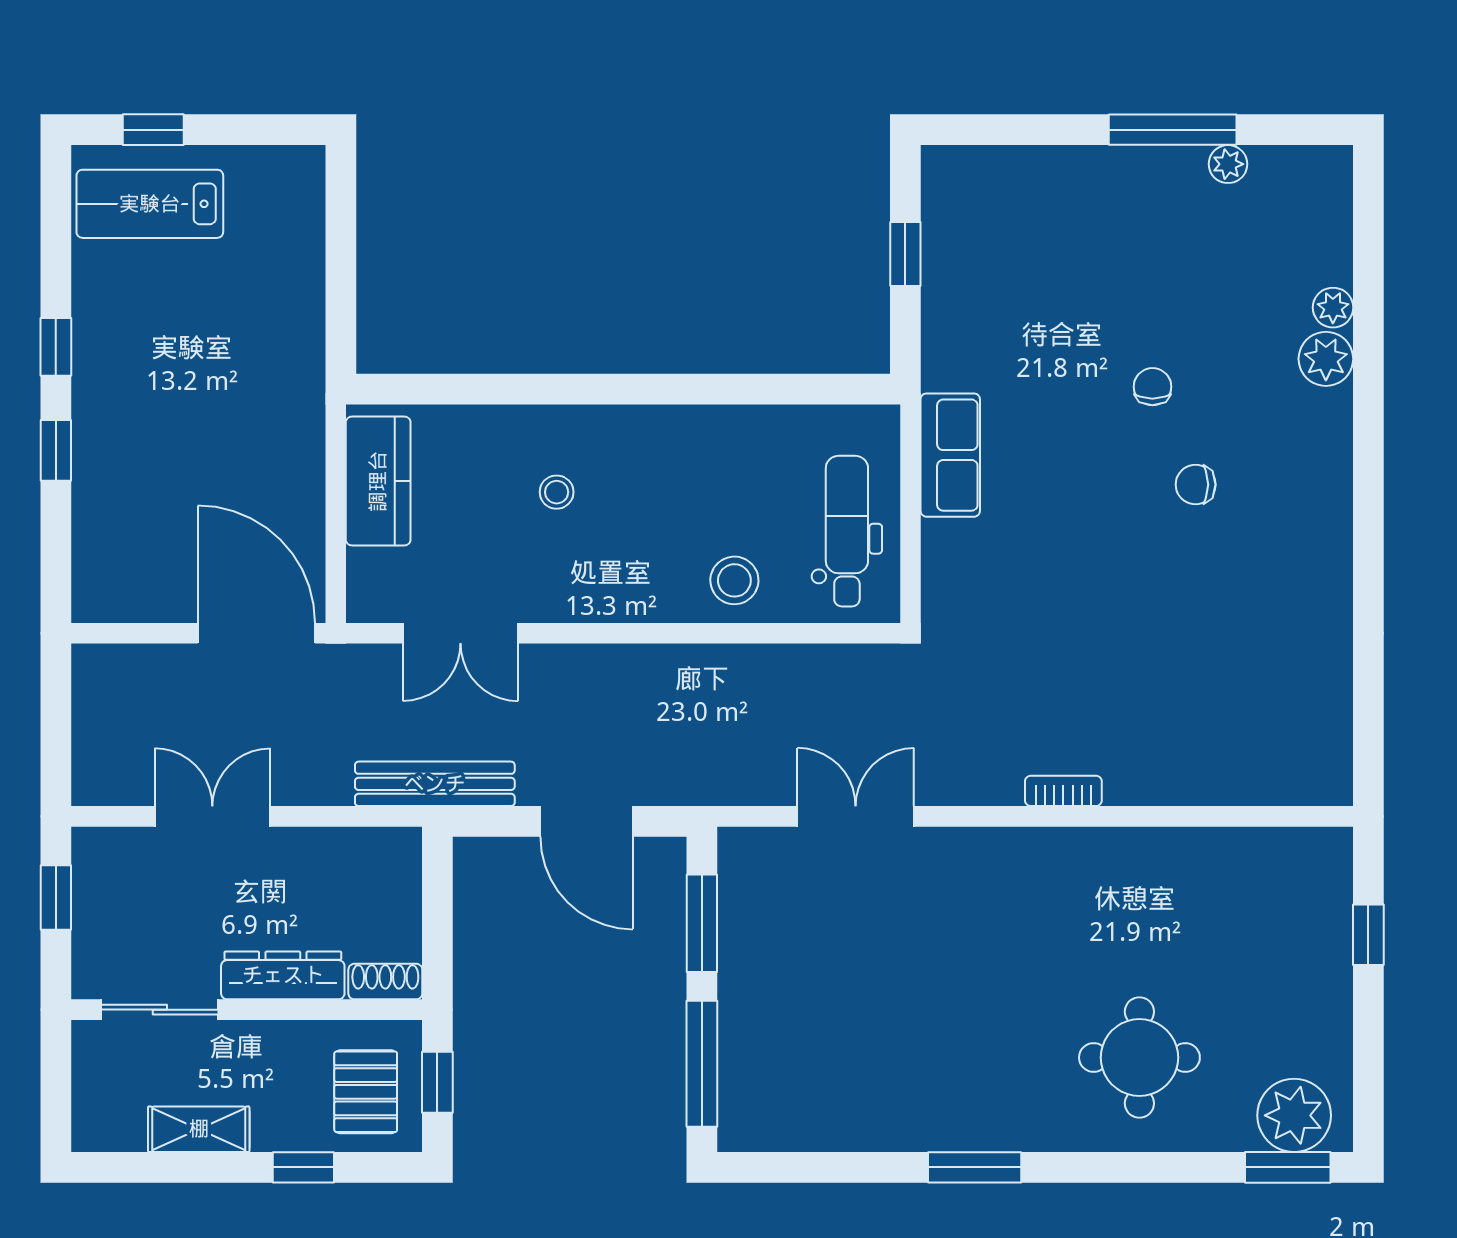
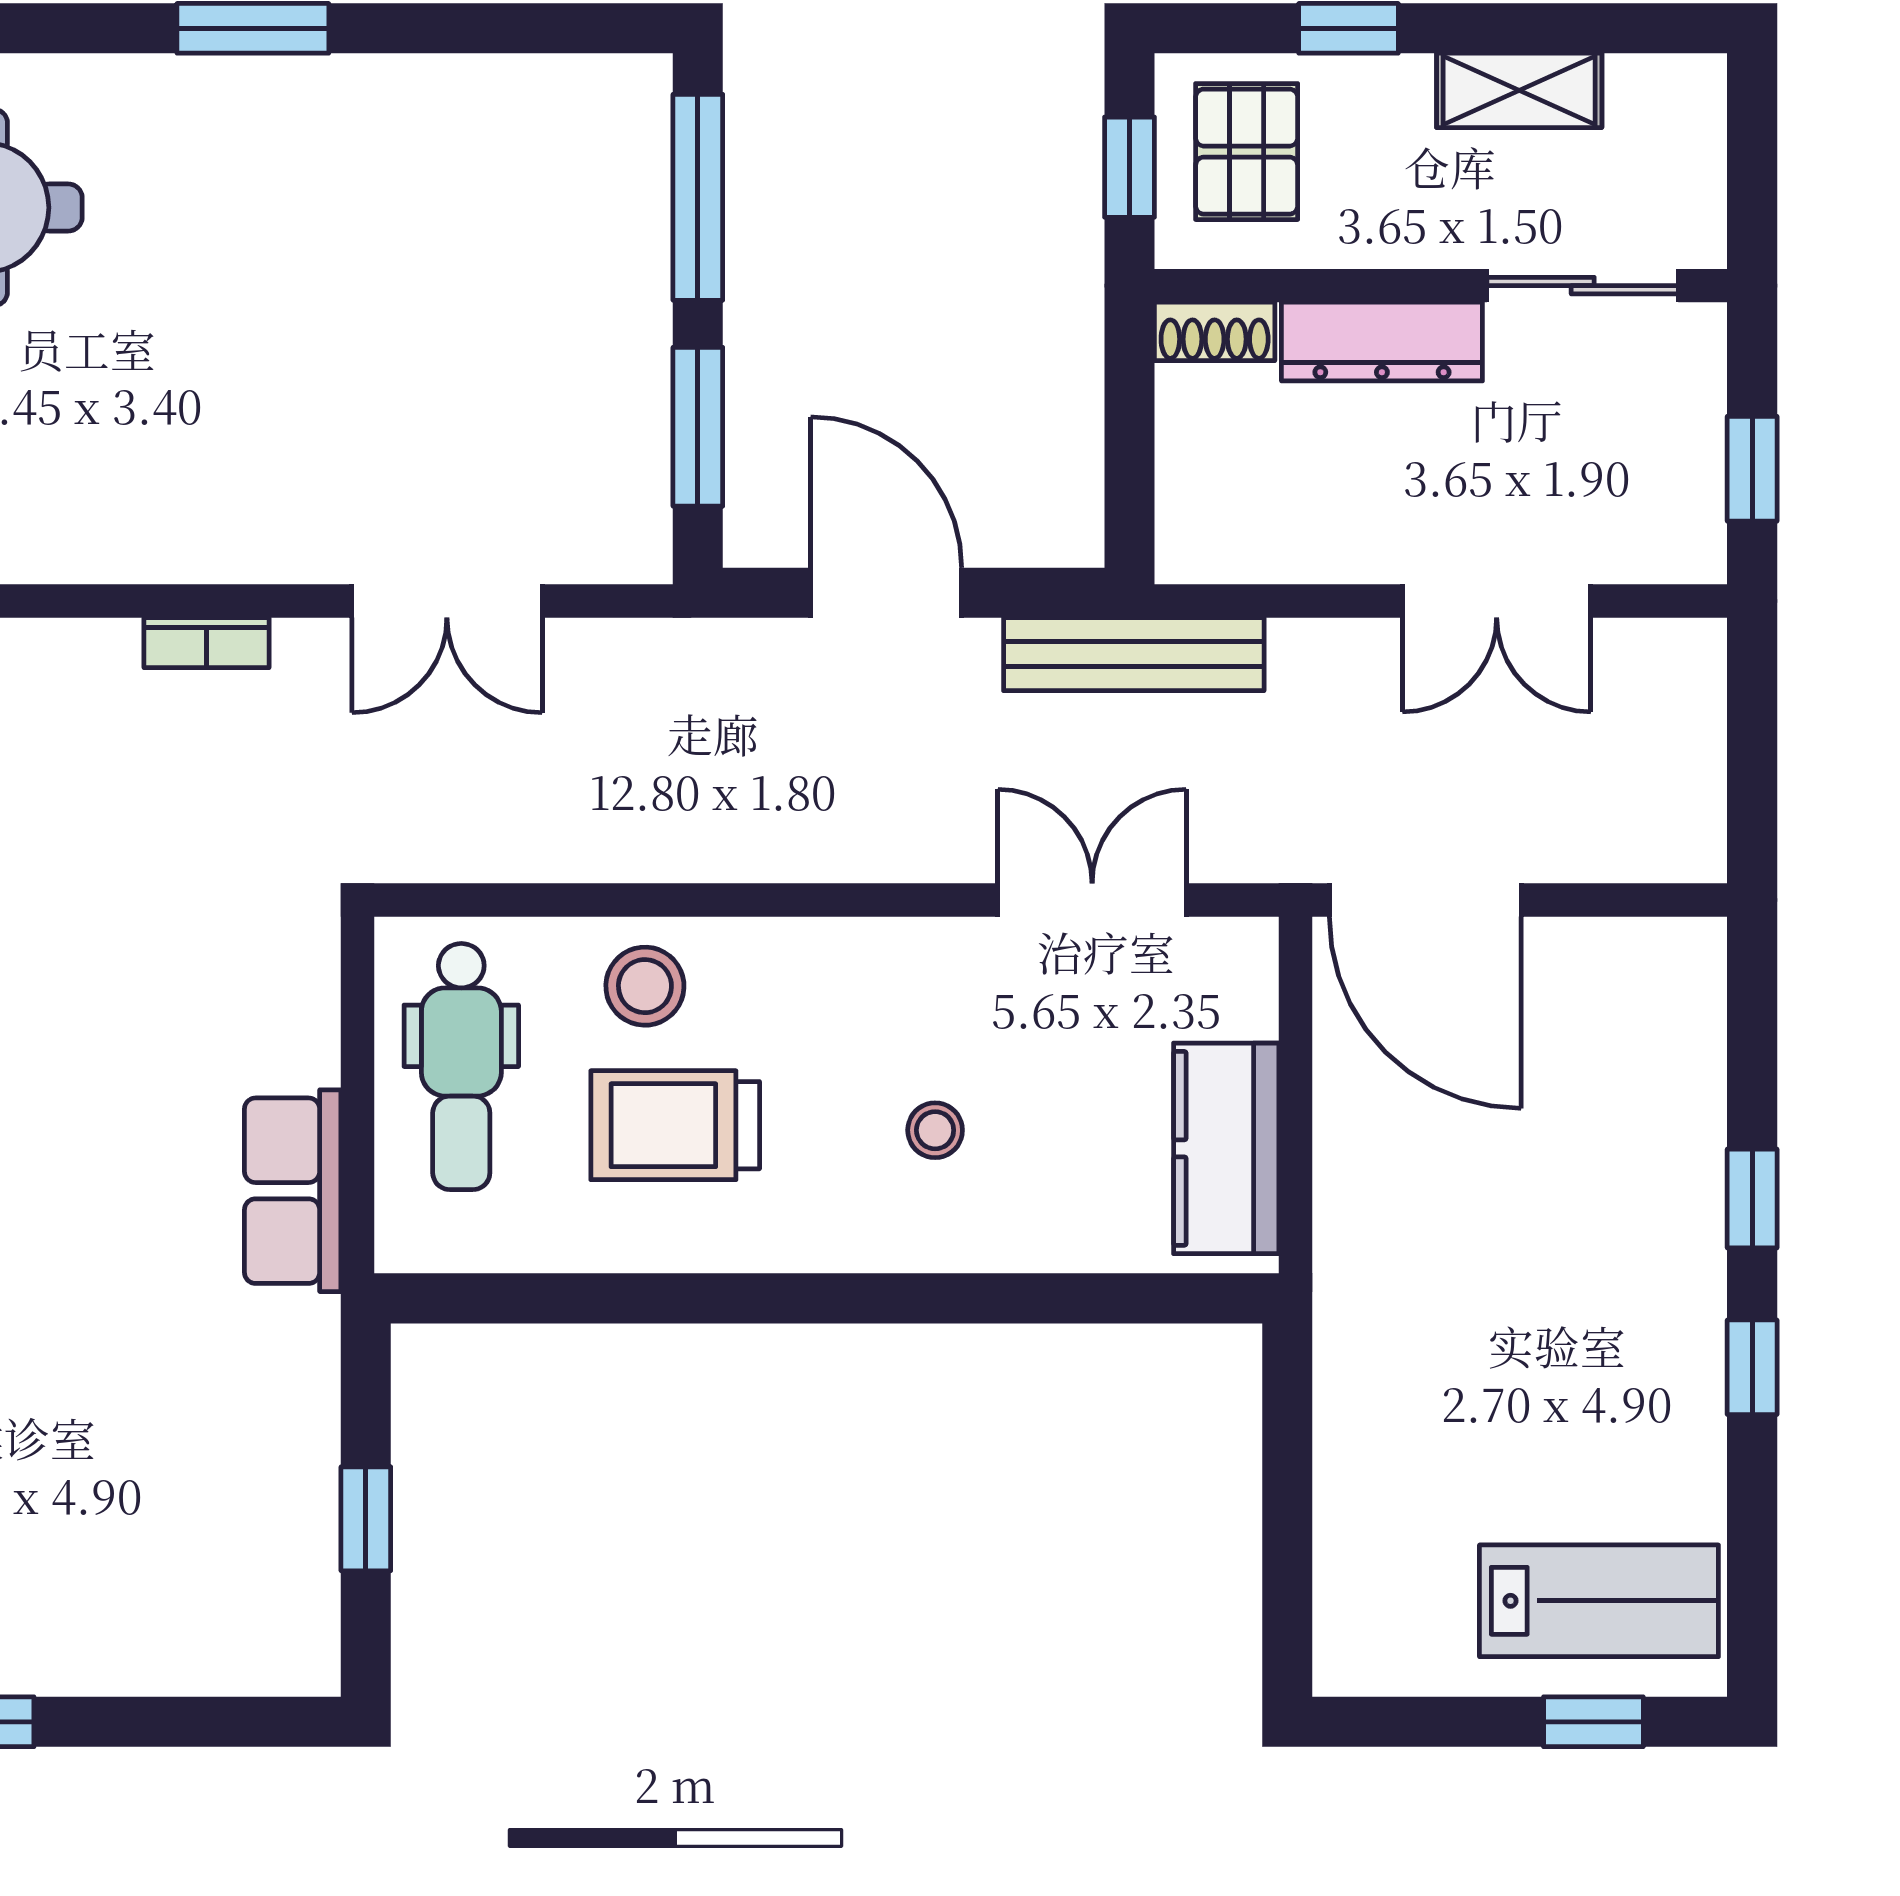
trolley: (716, 495) -> (675, 1125), added
bookcase: (1063, 791) -> (207, 643), moved

